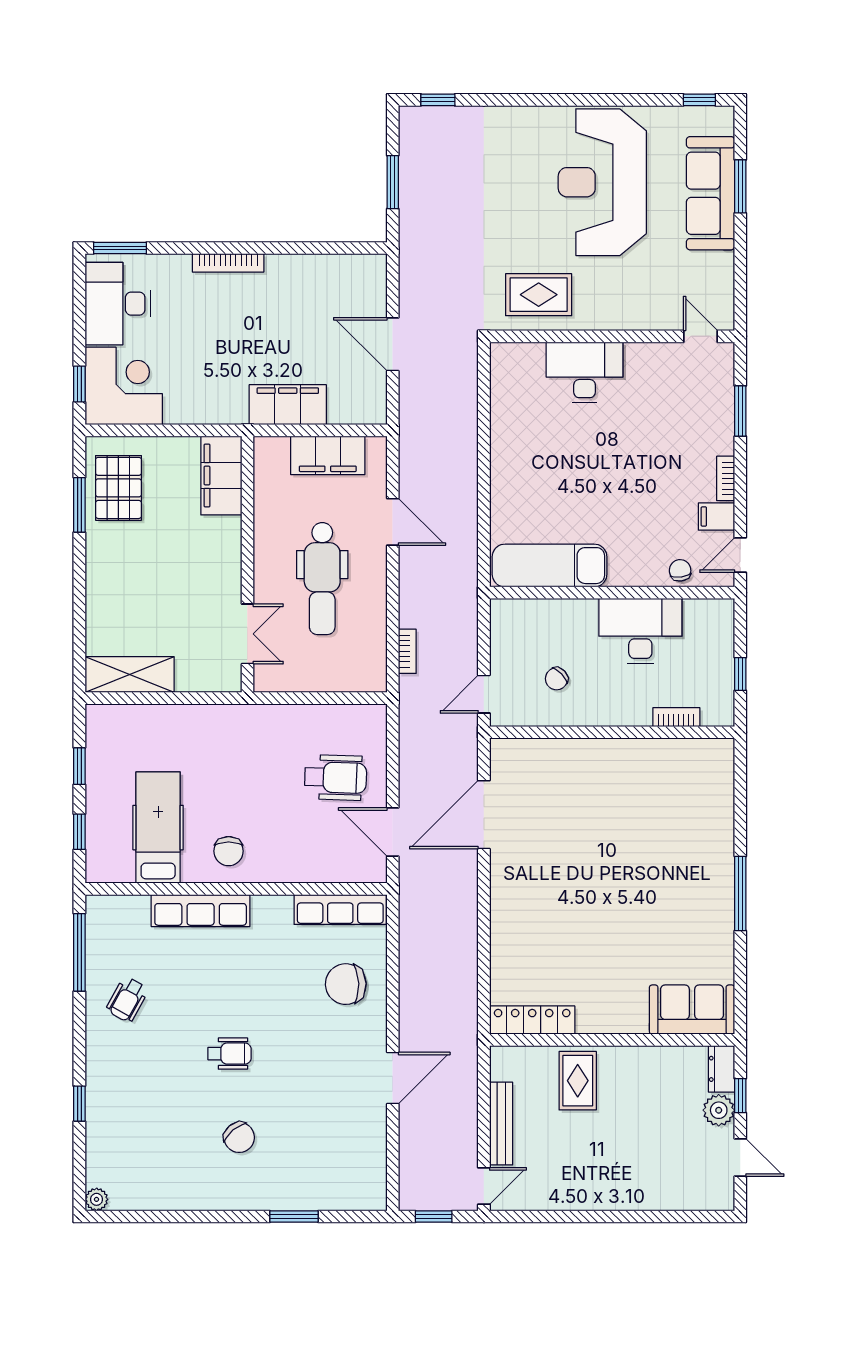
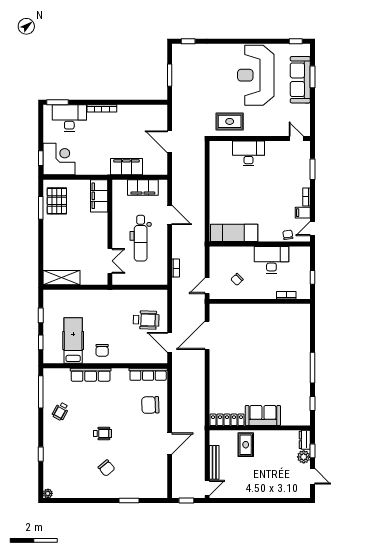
desk: (118, 304) -> (69, 118), moved, turned 90
window: (740, 980) -> (313, 403), added
sofa: (692, 1010) -> (263, 415), moved

